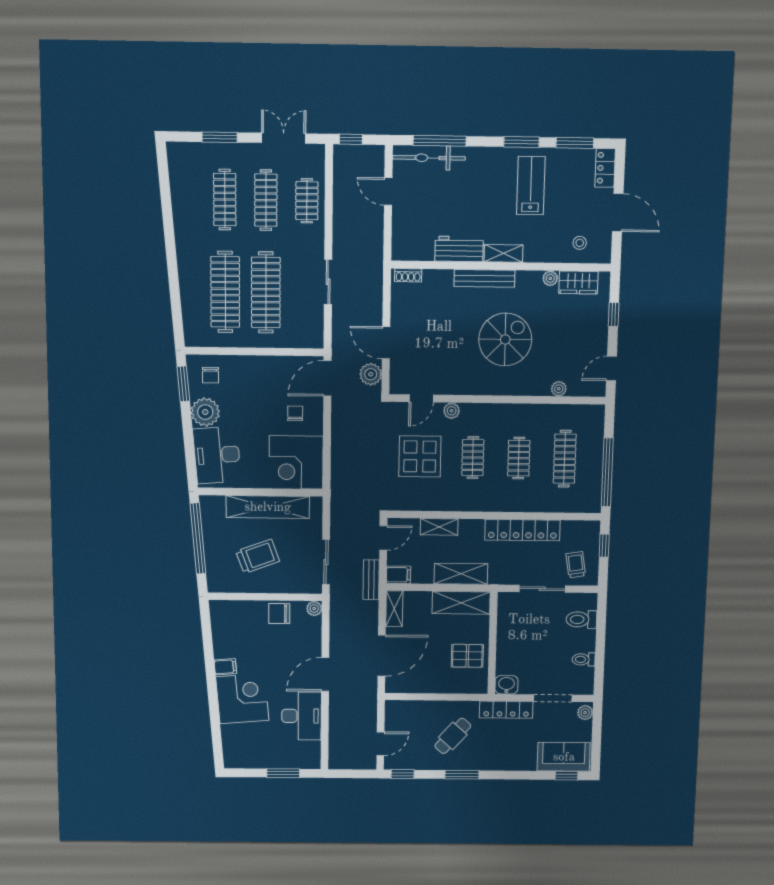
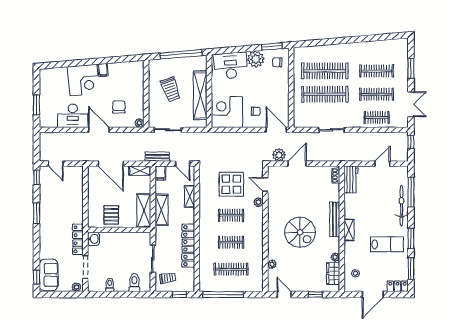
bicycle: (429, 158) -> (401, 206), moved
workbench: (459, 249) -> (351, 179), moved
chair: (279, 614) -> (119, 107), moved
cafe table: (453, 736) -> (61, 207), removed

